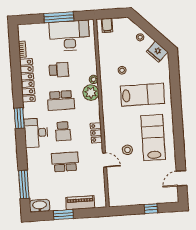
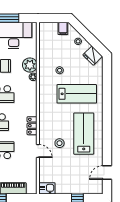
filing cabinet: (107, 25) -> (63, 28), moved
plant: (91, 93) -> (30, 65), moved
kitchen sink: (117, 200) -> (47, 188), added

